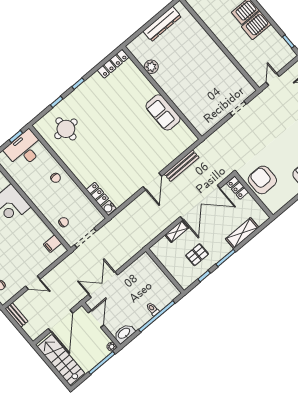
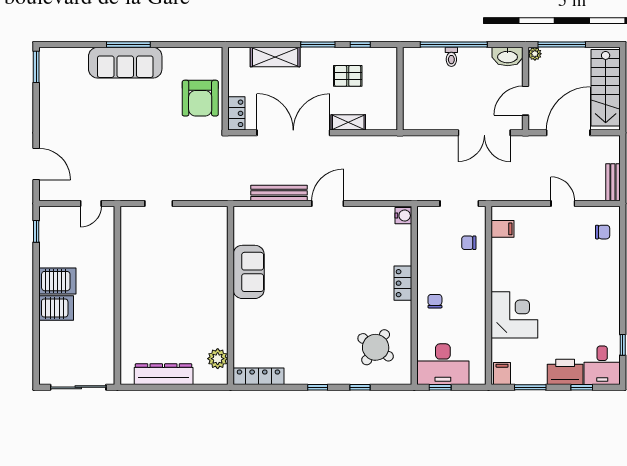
plant: (151, 67) -> (218, 359), moved
round table: (66, 129) -> (376, 347), turned 35
locker: (97, 194) -> (403, 283), moved

